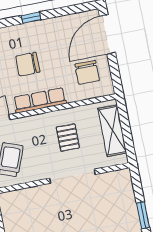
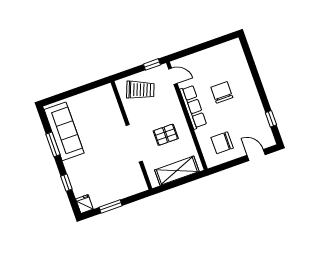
window: (31, 18) -> (271, 119), moved
door: (107, 34) -> (256, 155), width x0.53

